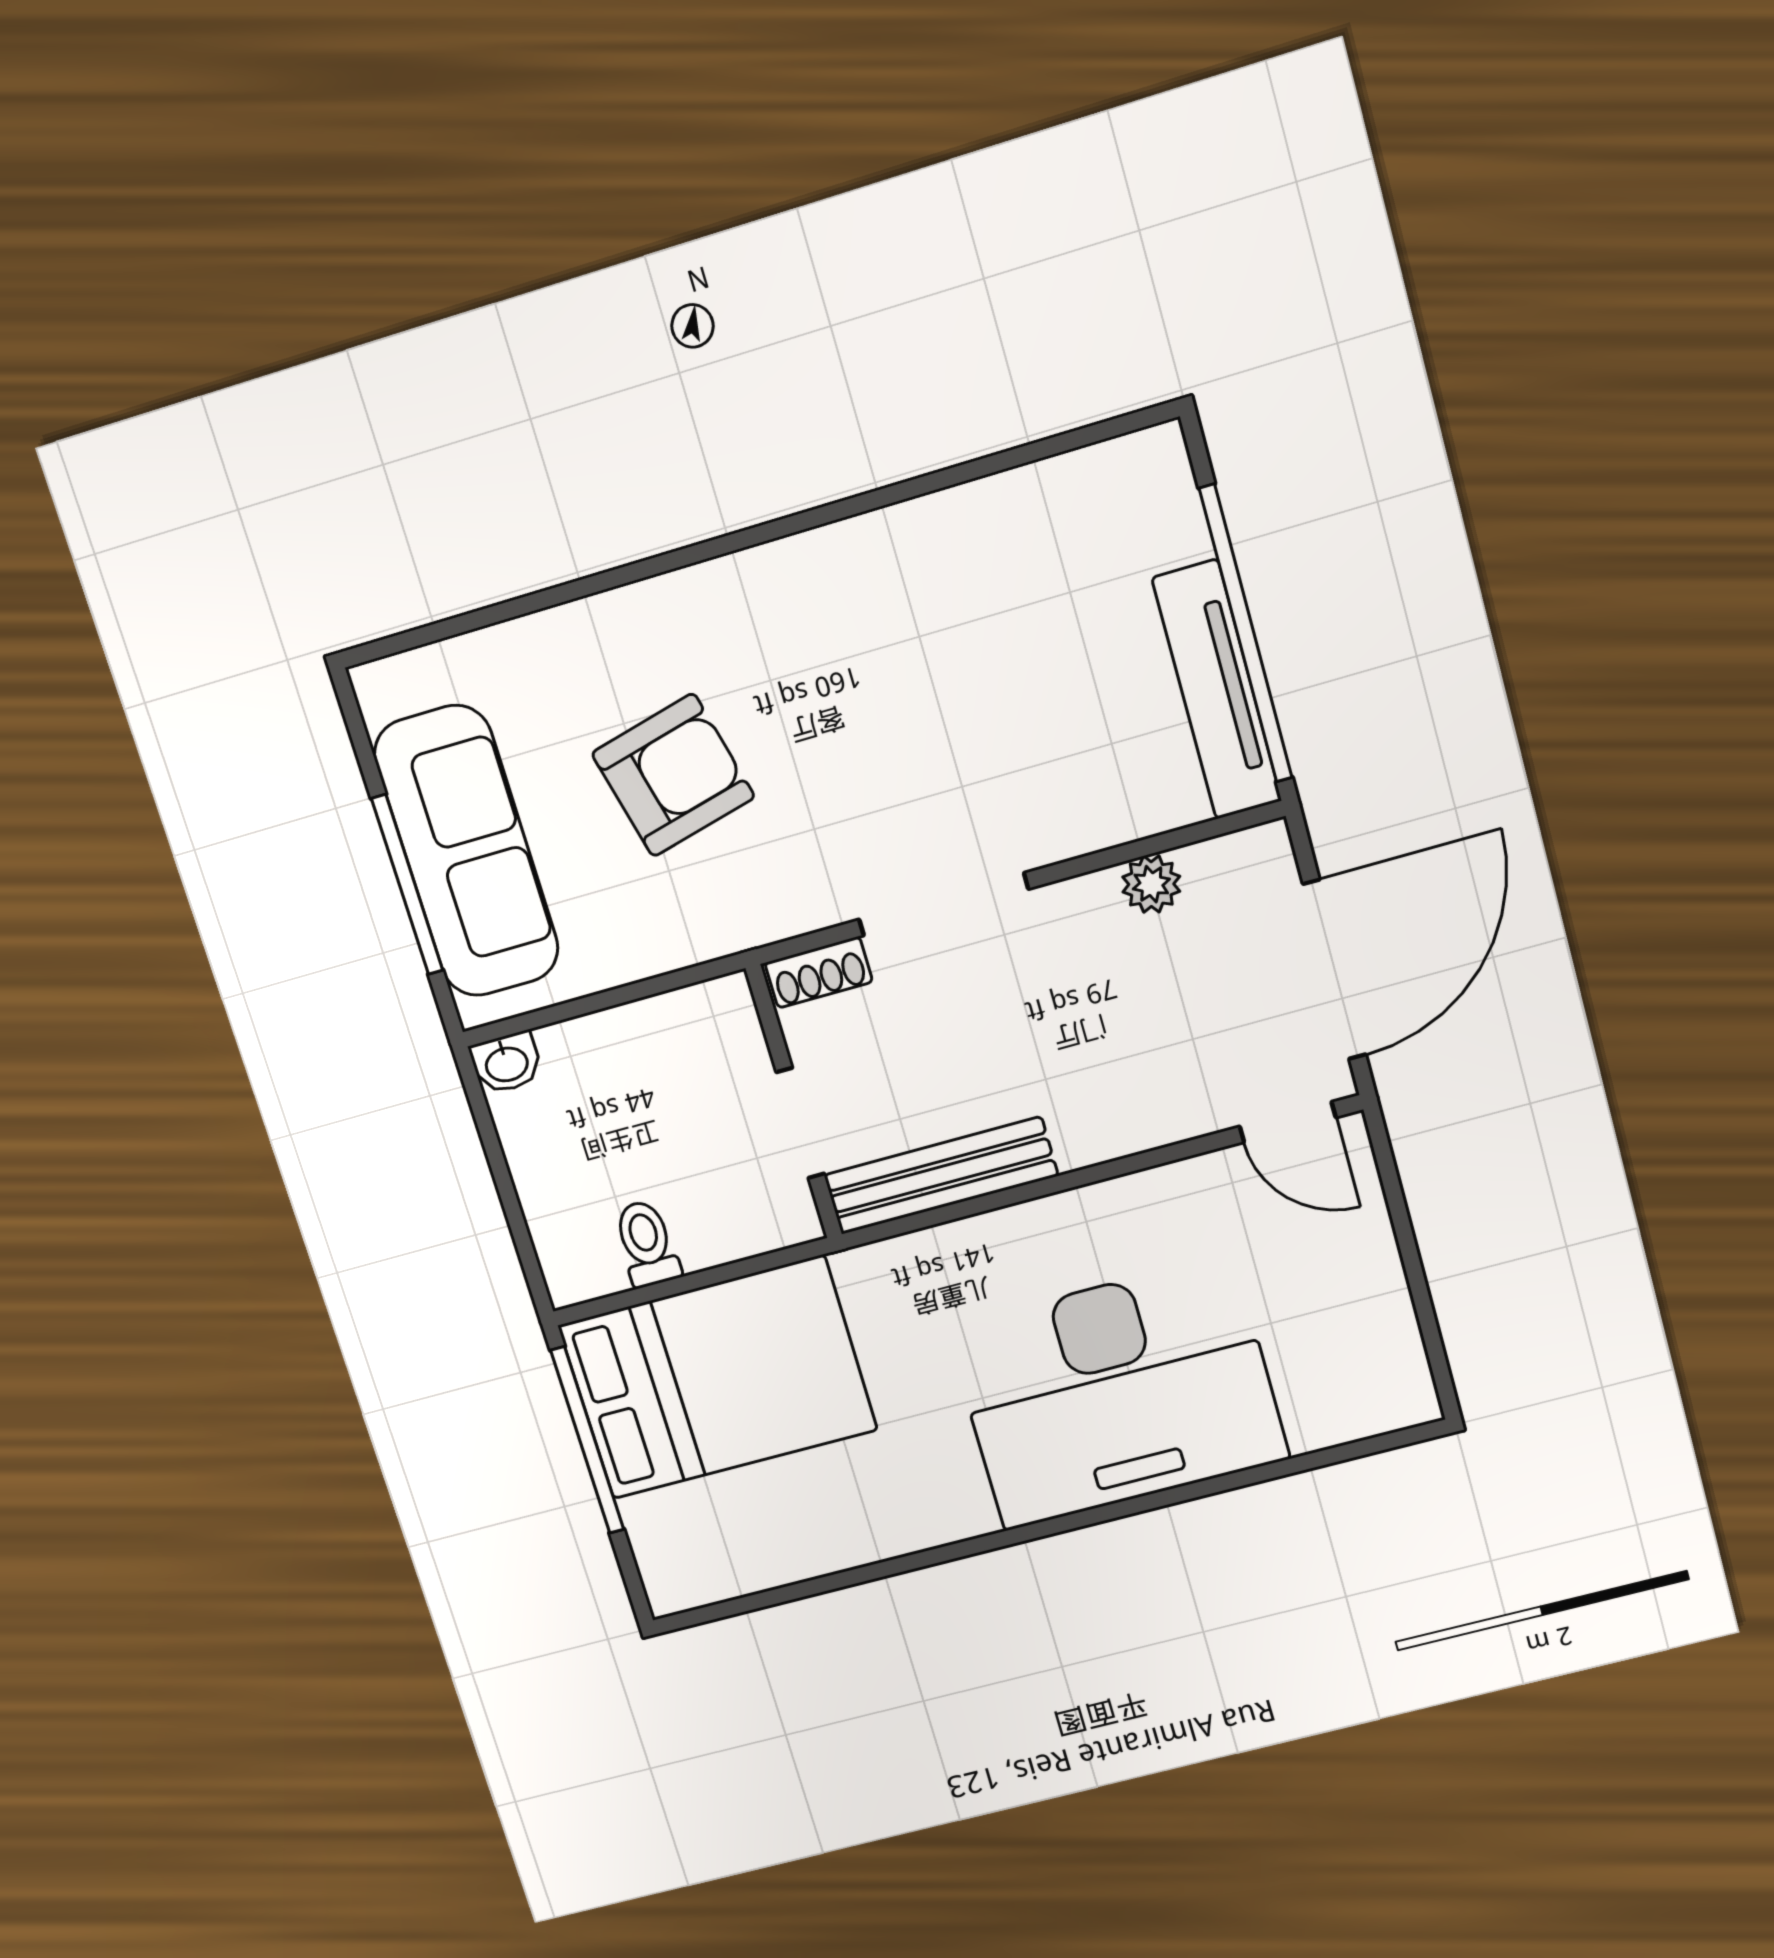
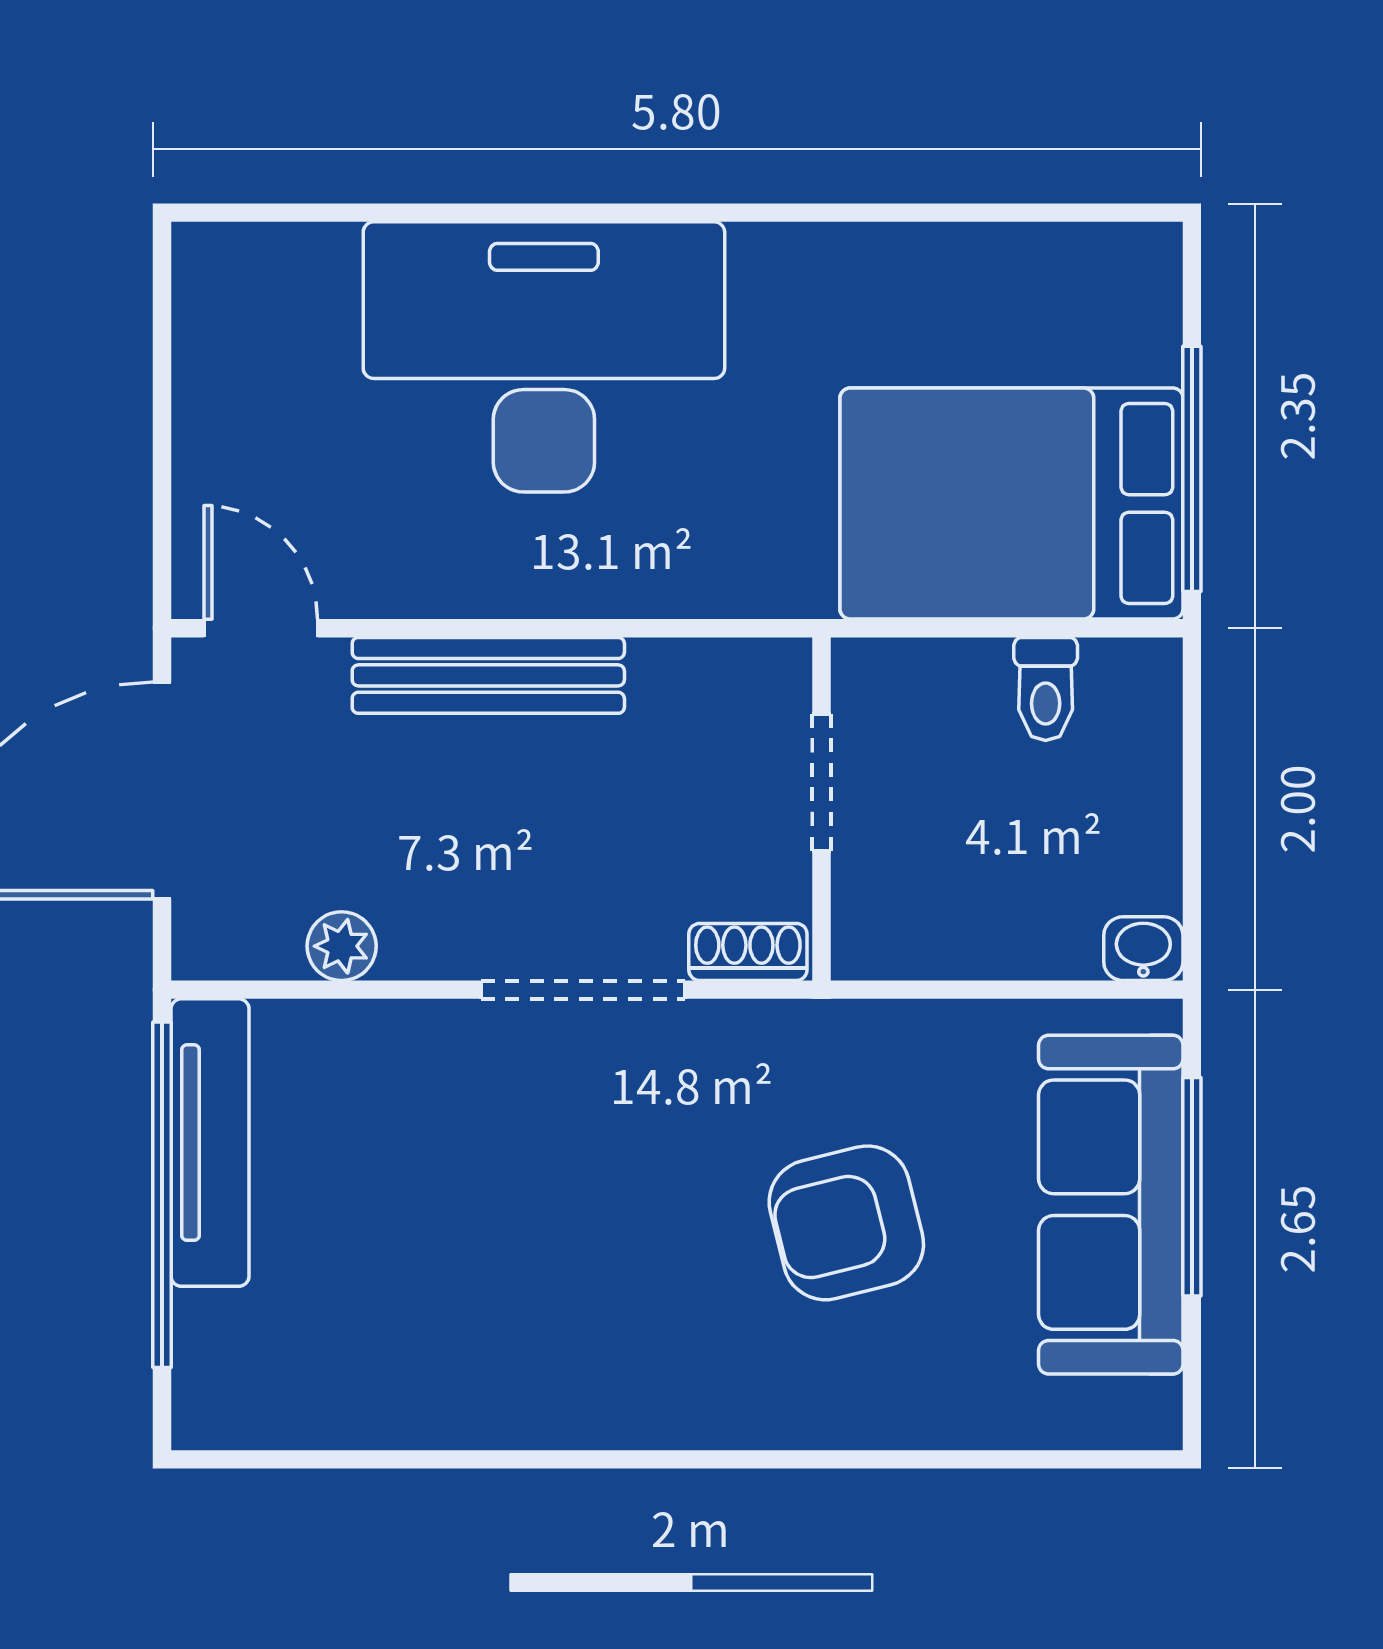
bench: (941, 1175) -> (488, 675), moved

